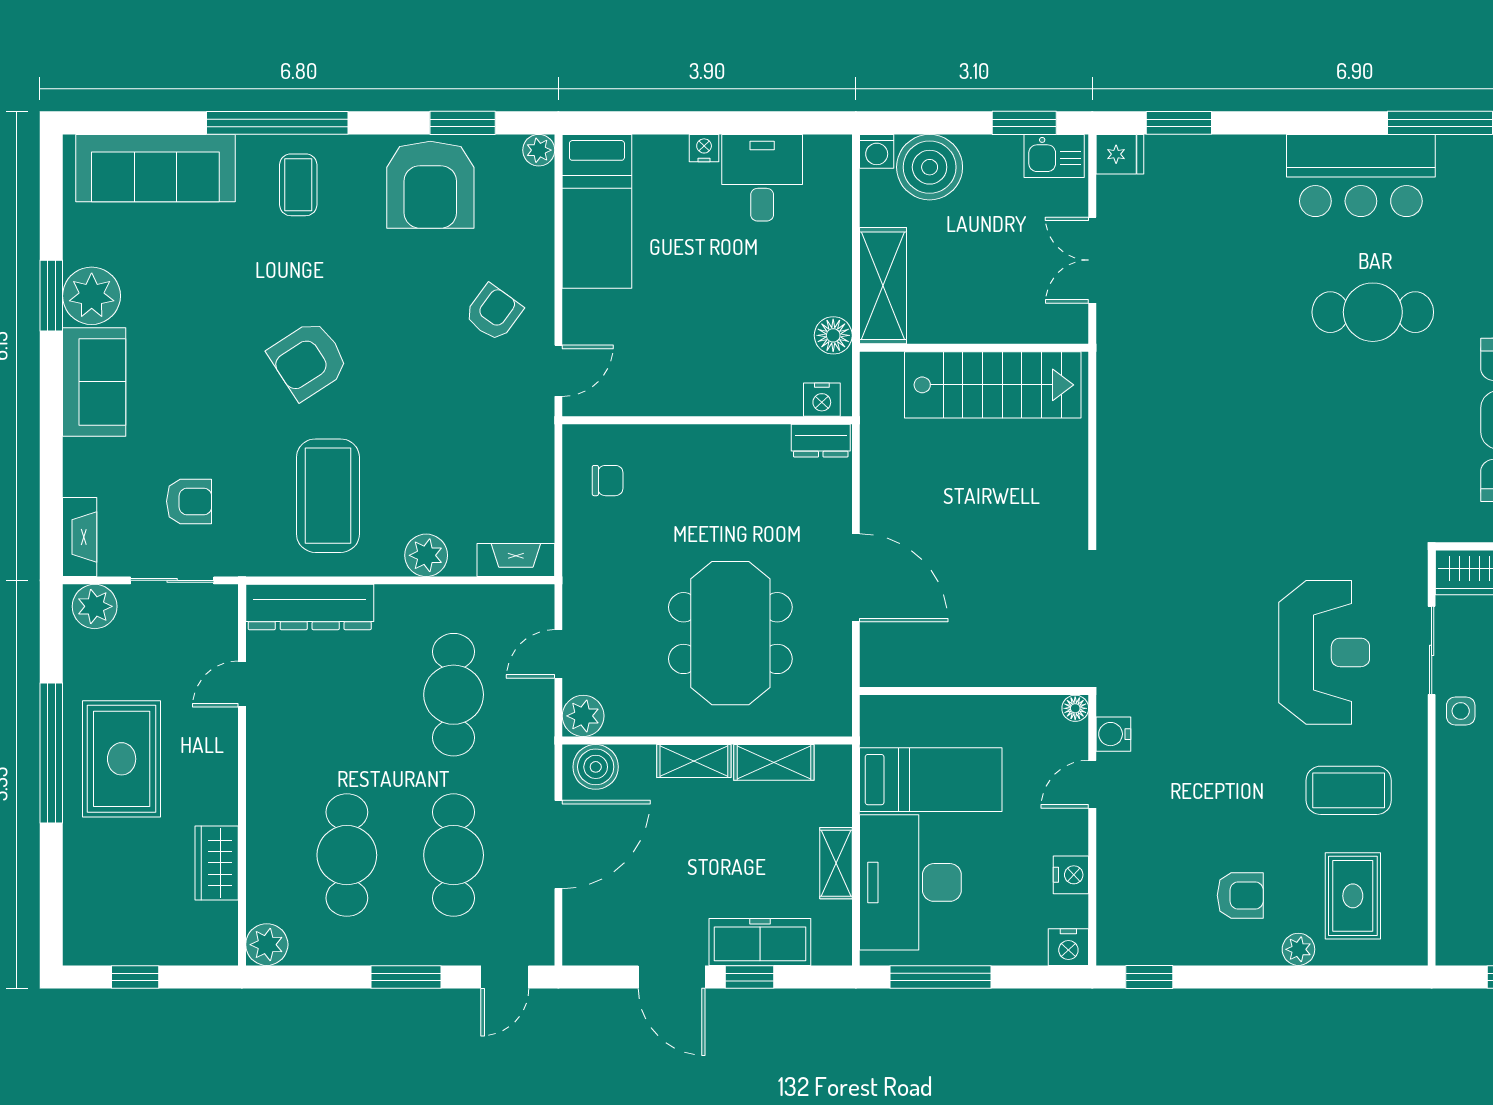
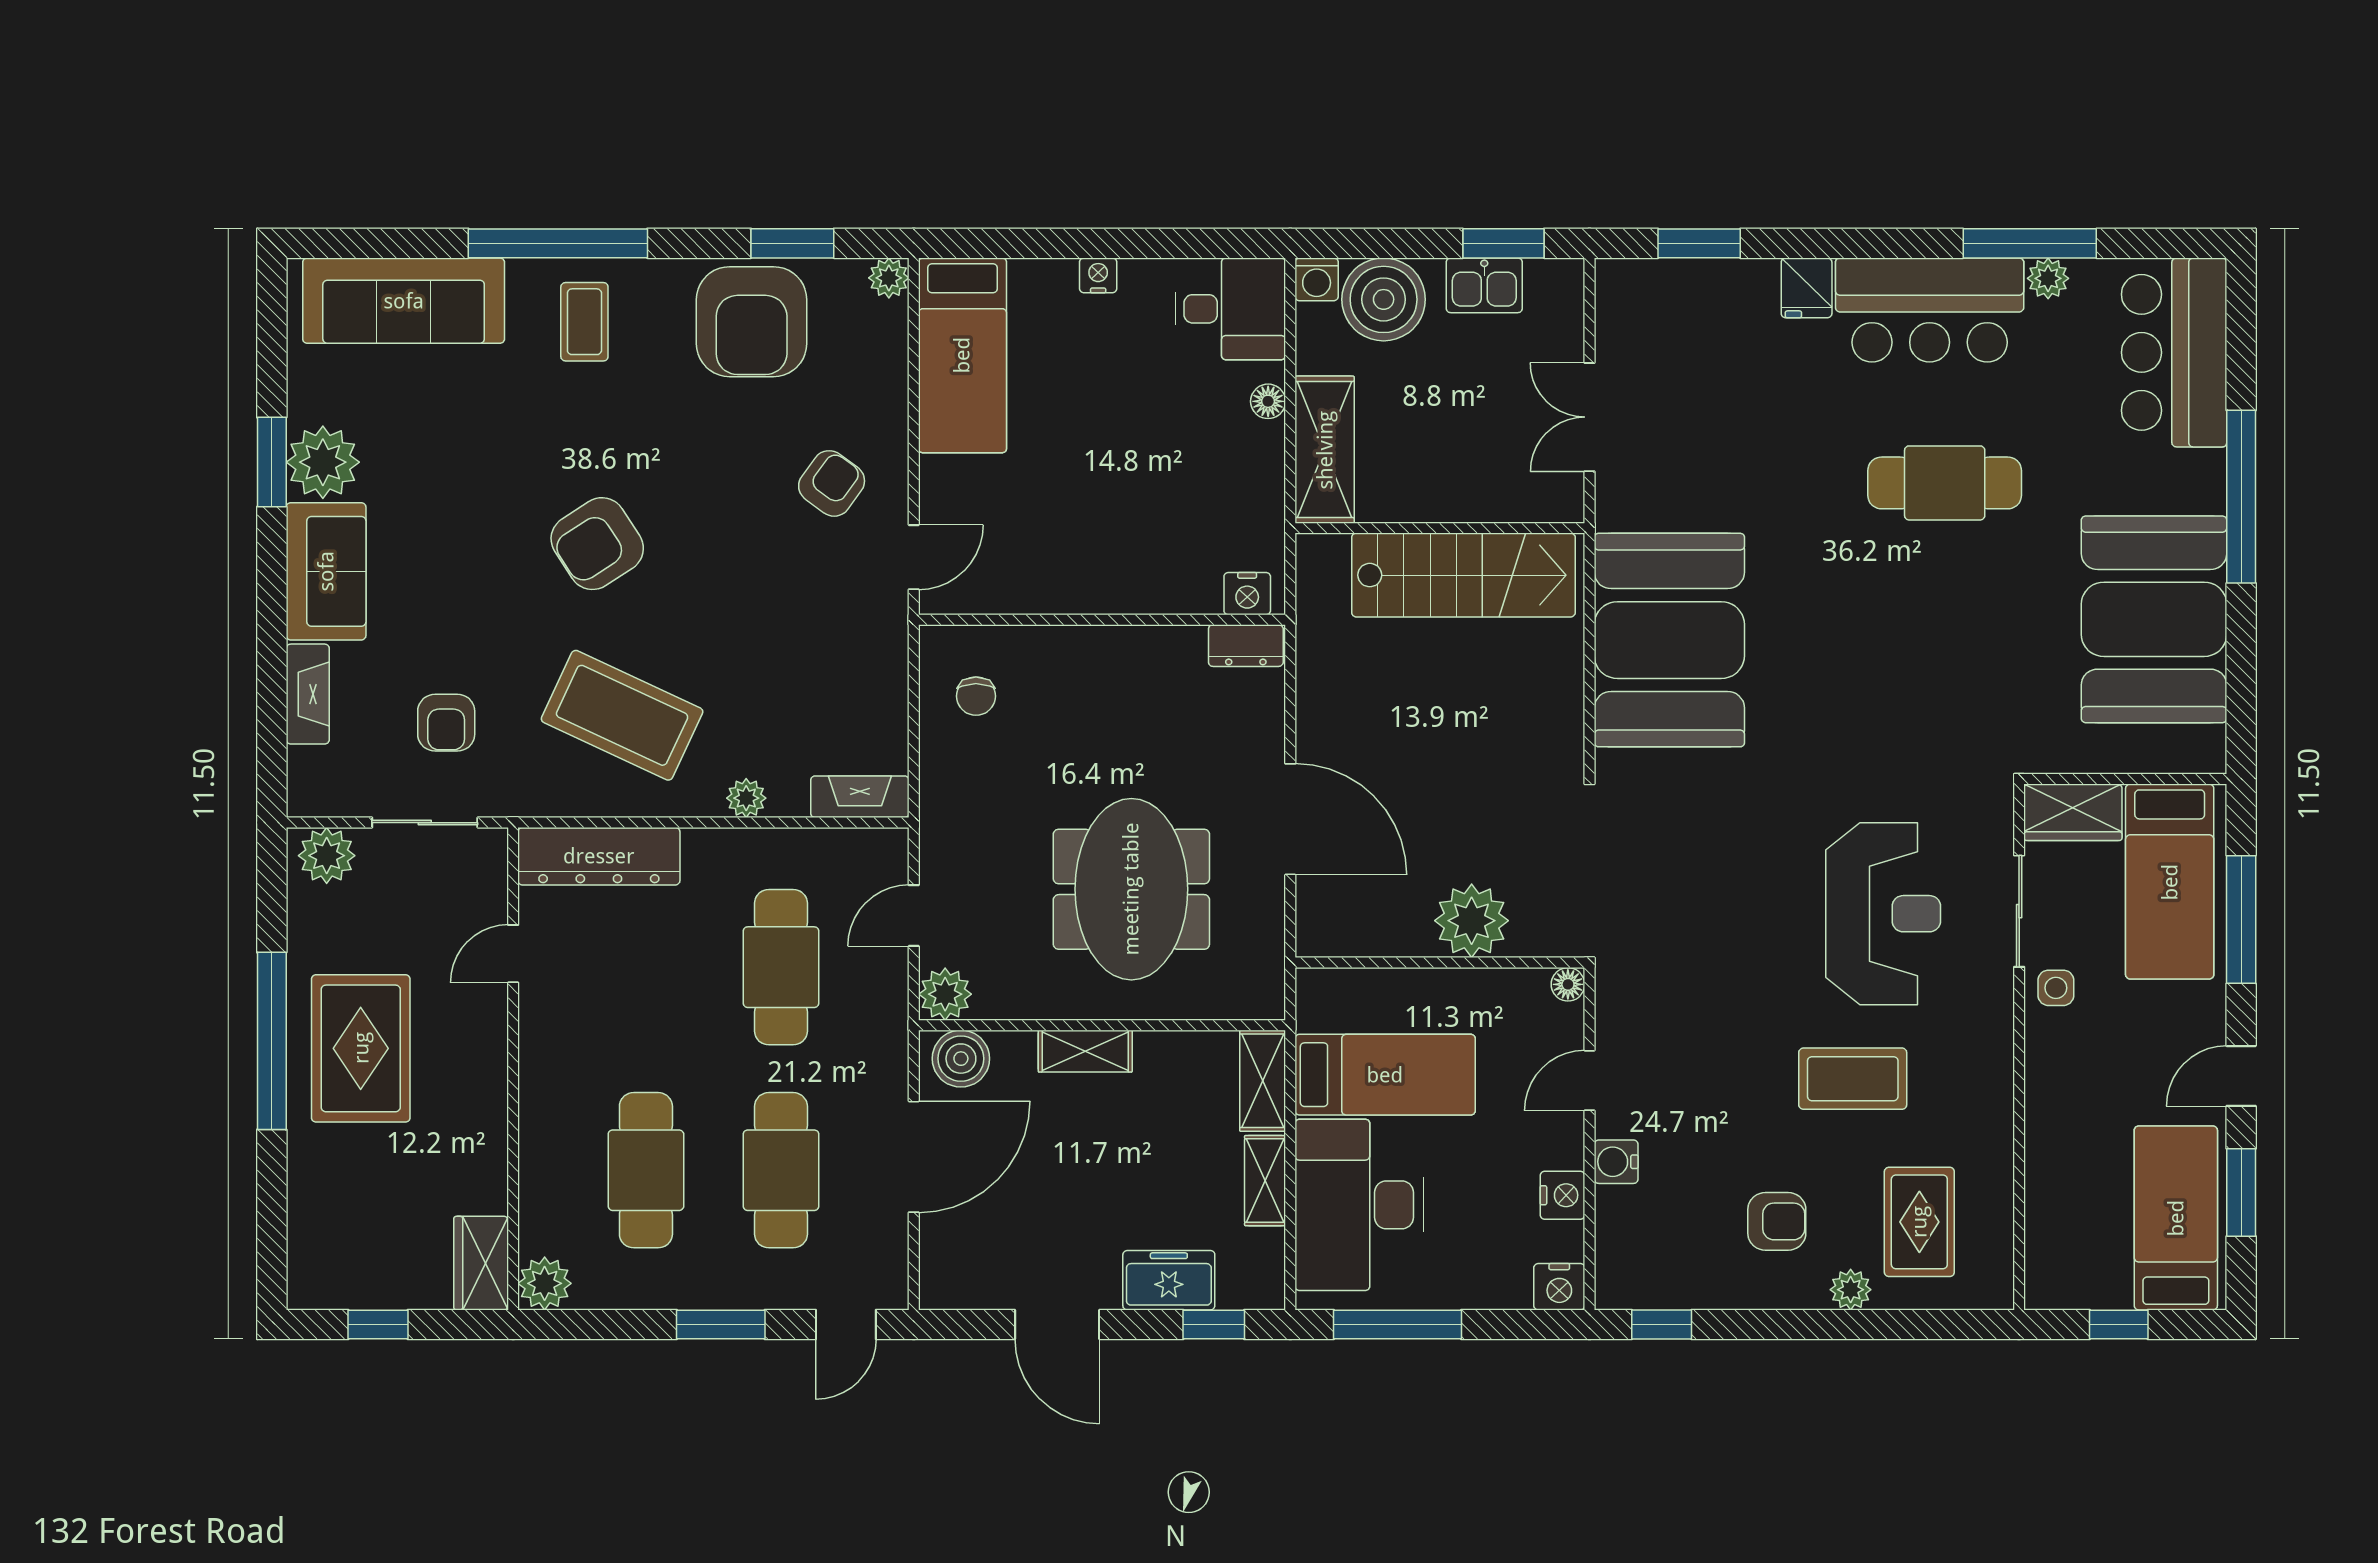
plant: (1454, 151) -> (2048, 278), added
fridge: (1120, 154) -> (1807, 288), moved, turned 90
kitchen sink: (1054, 156) -> (1484, 285), moved
desk: (762, 178) -> (1230, 309), moved, turned 90
floor lamp: (833, 335) -> (1268, 401), moved, width x0.73, depth x0.73
booth: (1155, 436) -> (1669, 640), added
chair: (608, 481) -> (976, 696), turned 90
coffee table: (328, 496) -> (622, 715), turned -65
armchair: (189, 501) -> (446, 723), turned 90
fireplace: (80, 537) -> (308, 694), moved
plant: (426, 555) -> (746, 798), width x0.73, depth x0.73
plant: (999, 658) -> (1472, 921), added
water cooler: (1113, 734) -> (1616, 1162), moved
shelving: (774, 762) -> (1263, 1081), moved, turned 90
coffee table: (1349, 790) -> (1853, 1079), moved
wardrobe: (217, 863) -> (481, 1263), moved
freezer: (760, 942) -> (1169, 1280), width x0.71
window: (749, 977) -> (1214, 1324), moved

